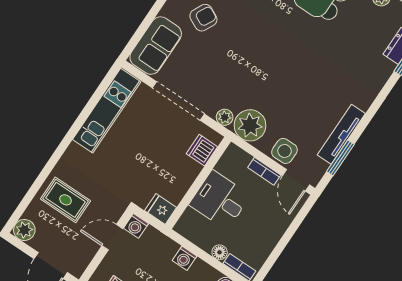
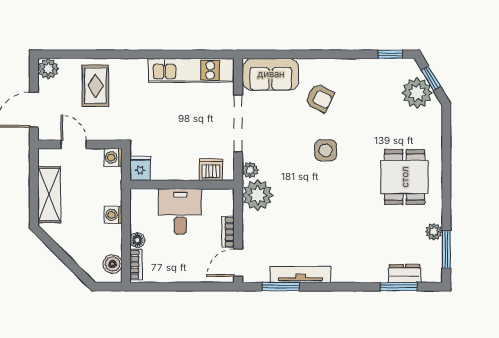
side table: (284, 151) -> (326, 150), moved
door: (112, 237) -> (74, 144), moved

